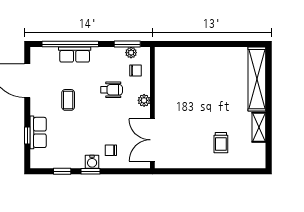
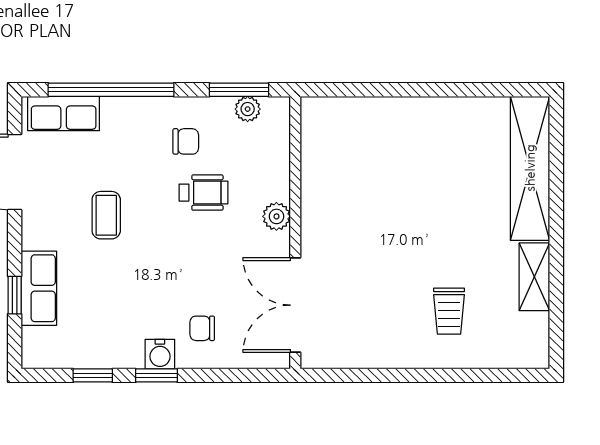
row of seats: (75, 55) -> (64, 114), moved
chair: (135, 70) -> (186, 141), moved

